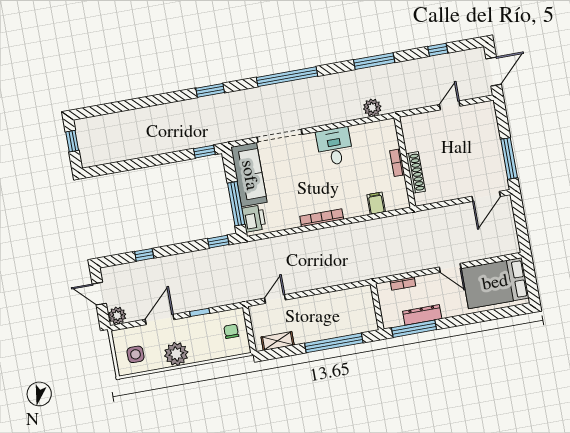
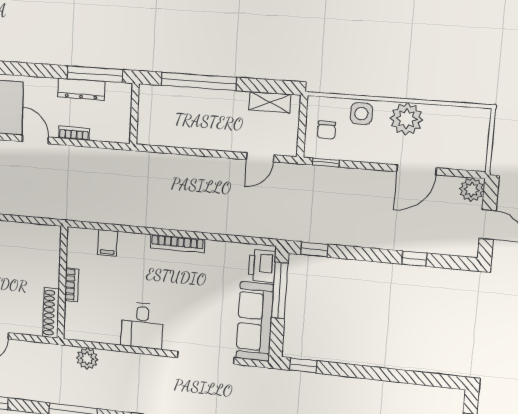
shoe rack: (416, 172) -> (51, 313), moved
bookcase: (403, 284) -> (74, 133), moved
window: (200, 312) -> (326, 163), moved
side table: (135, 354) -> (361, 114), moved

